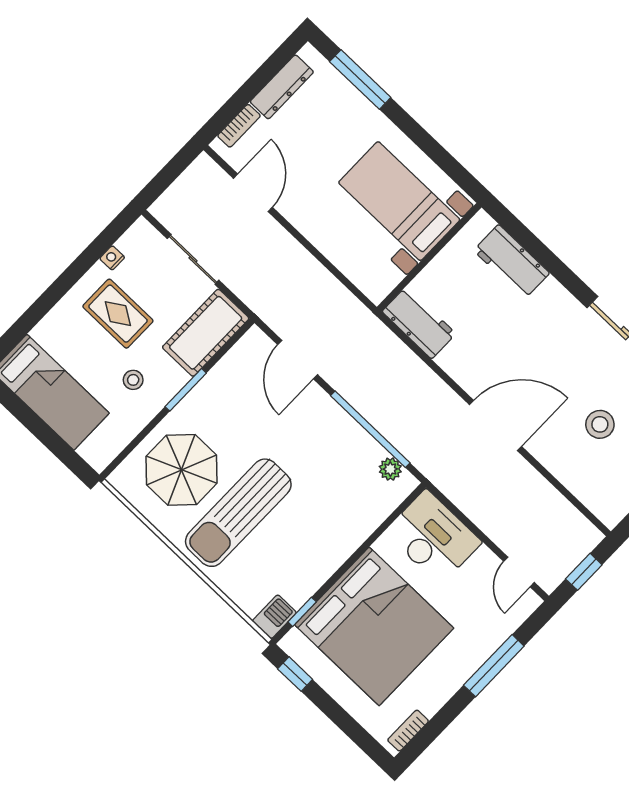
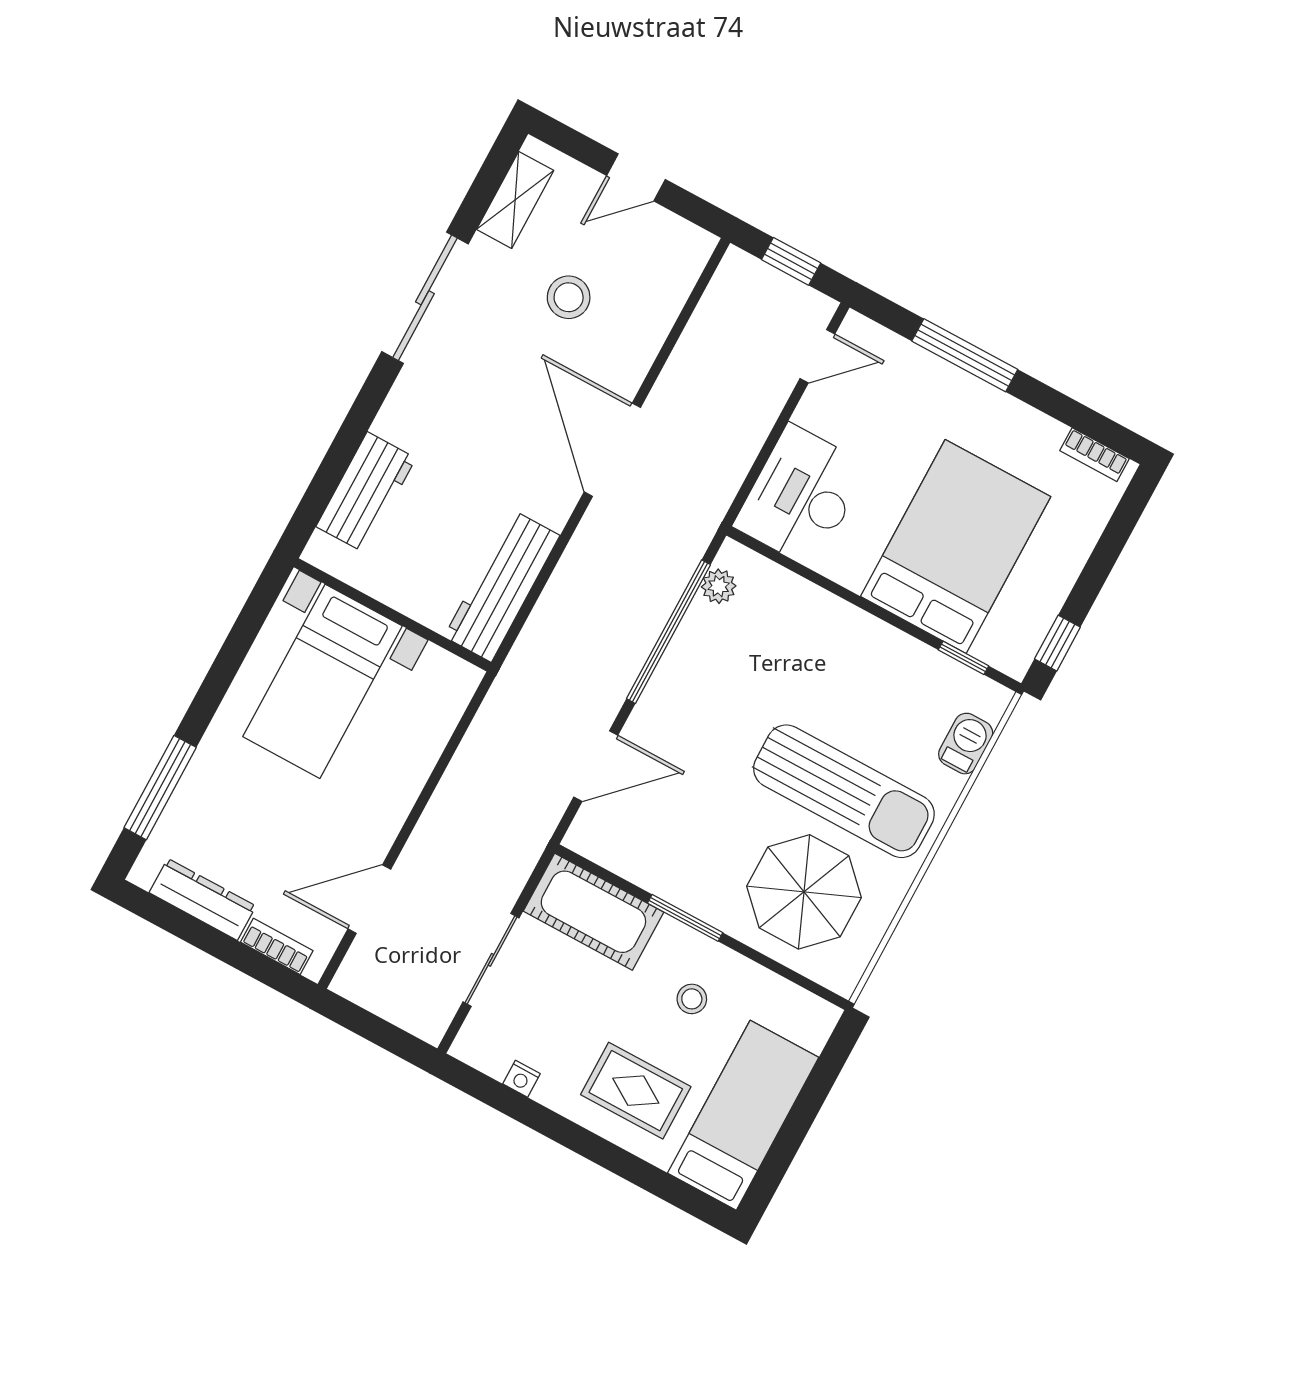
rug: (118, 314) -> (636, 1091), moved, turned 90
workbench: (419, 323) -> (502, 586), width x1.38
barbecue: (274, 617) -> (966, 744), moved, turned 90
bed: (374, 626) -> (956, 547), width x0.73

